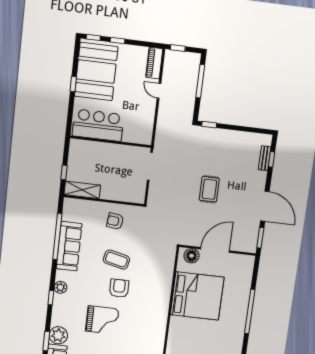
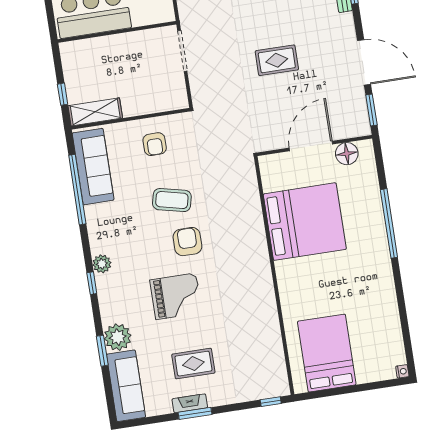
rug: (209, 189) -> (277, 60), turned 90
armchair: (115, 221) -> (155, 144), turned -97
sofa: (69, 246) -> (93, 167), moved
floor lamp: (192, 256) -> (347, 154), moved

